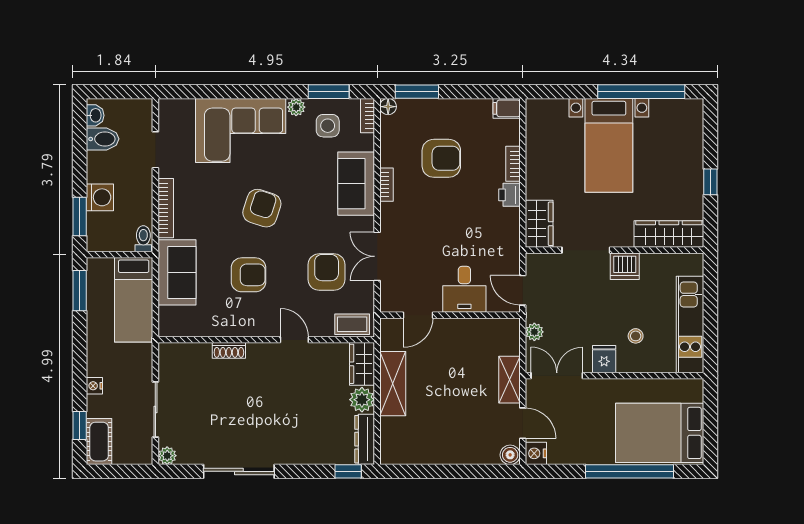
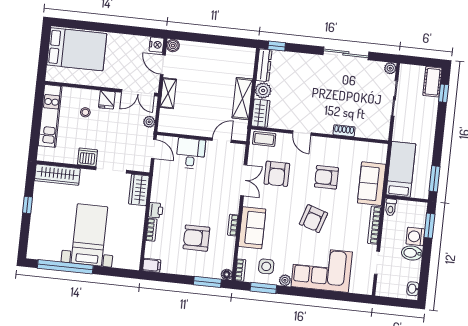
bidet: (103, 139) -> (412, 253), moved
nightstand: (94, 386) -> (432, 117), removed
window: (629, 471) -> (98, 27), removed

